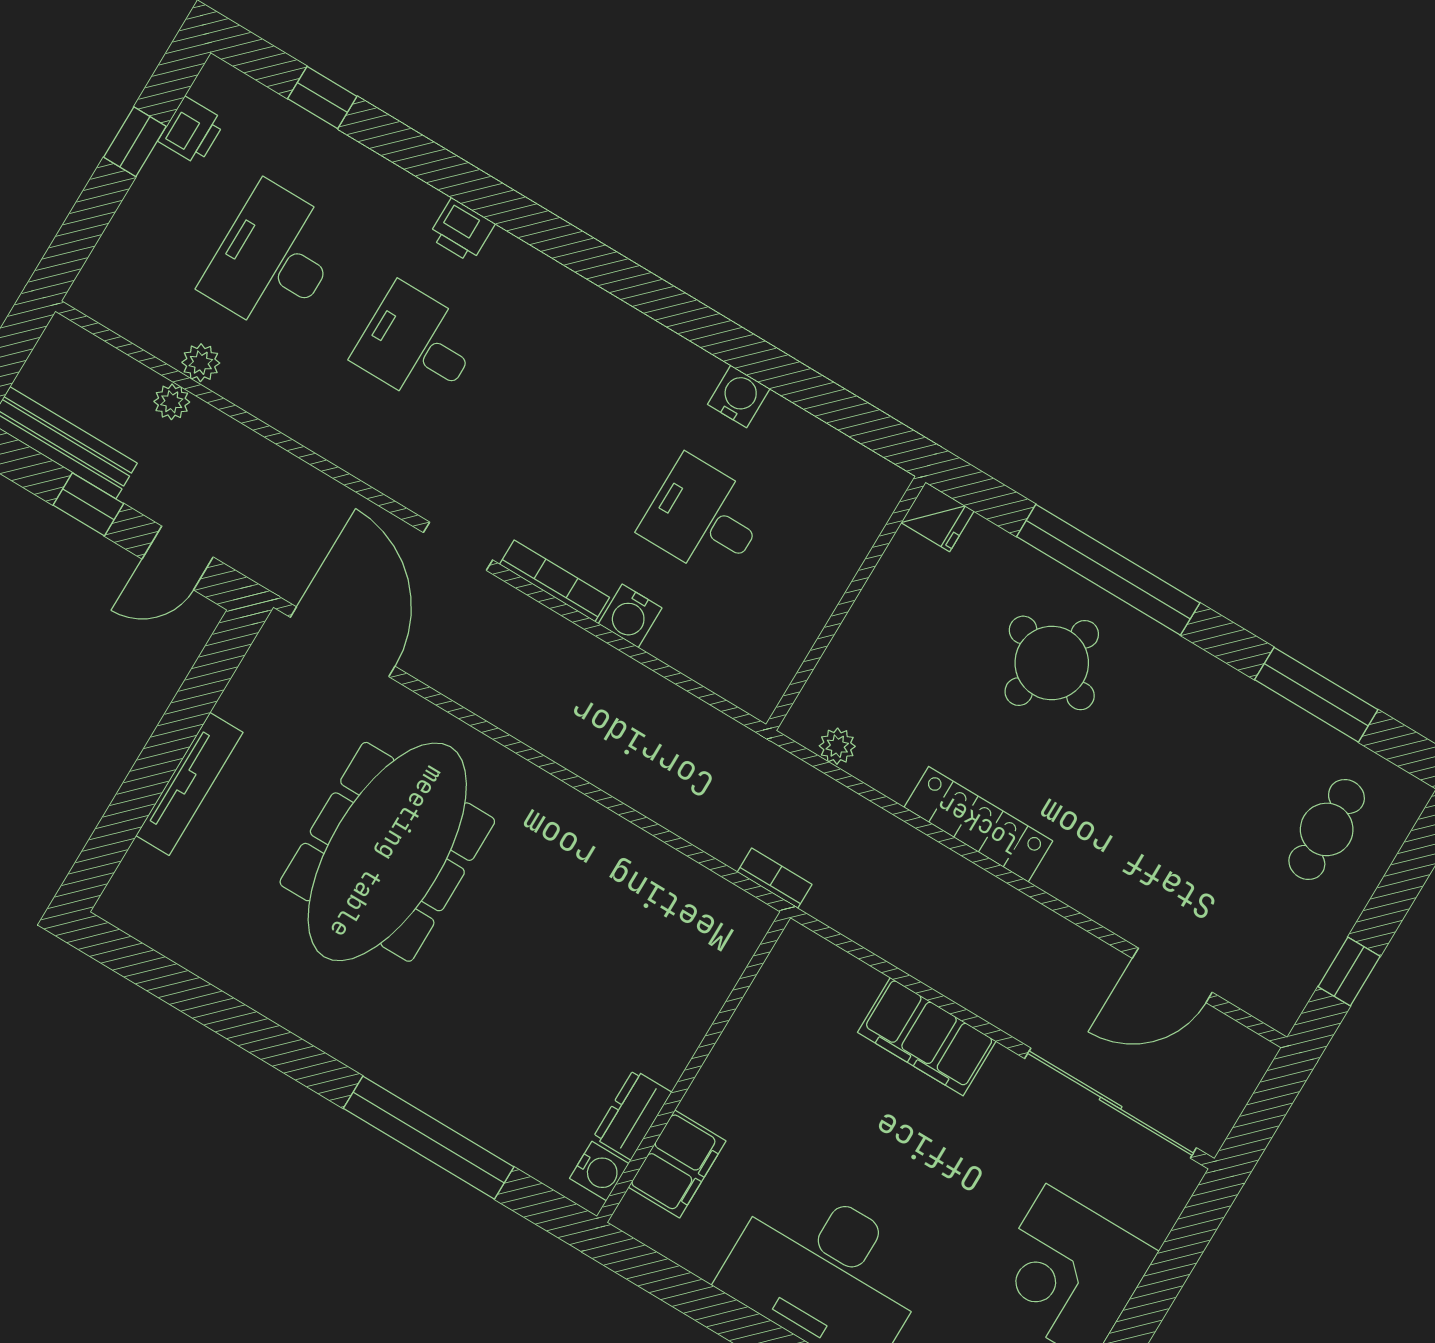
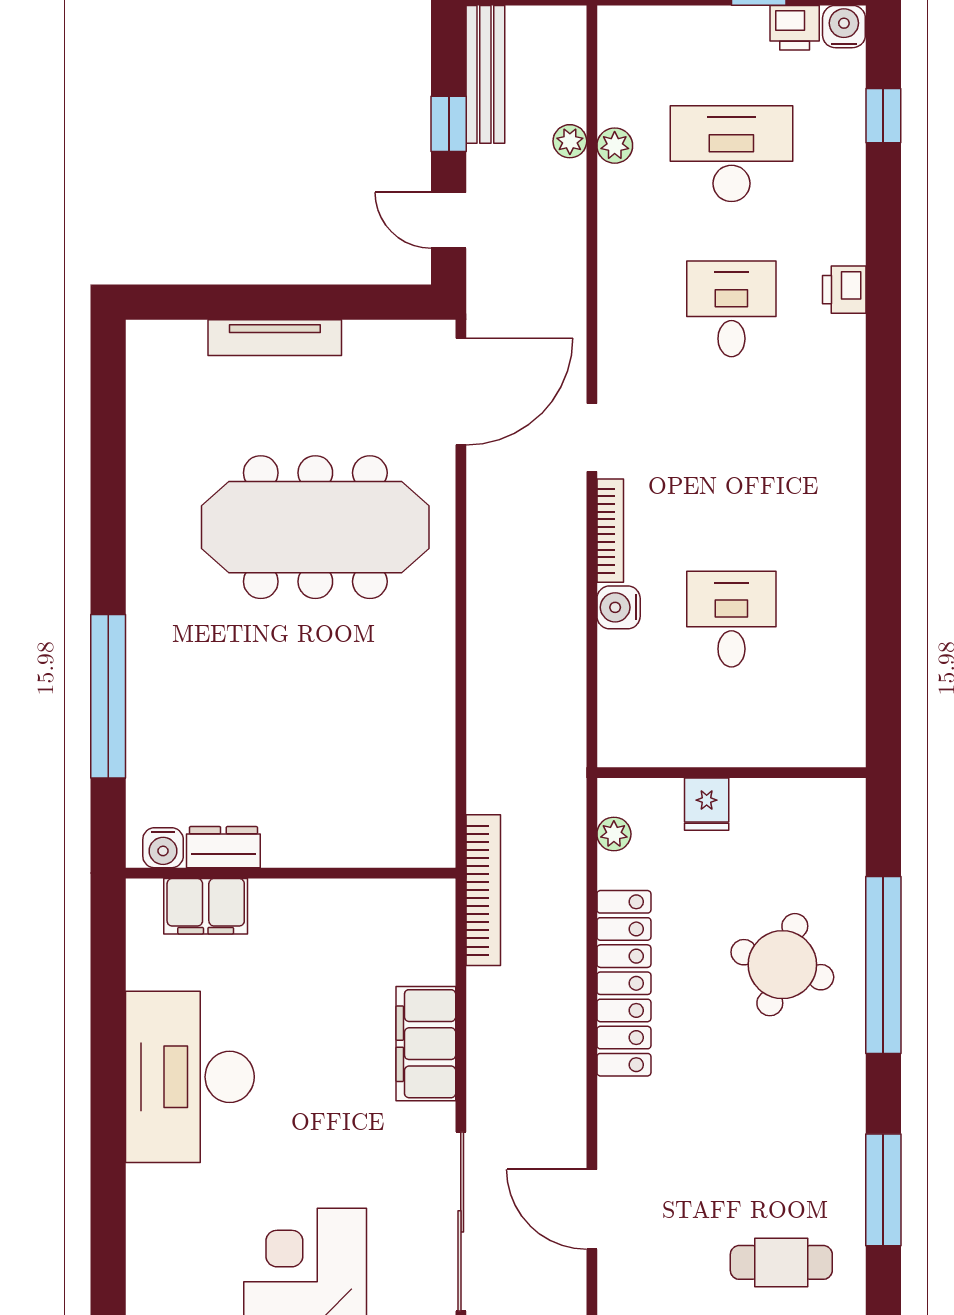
water cooler: (739, 396) -> (844, 27), moved, turned -90
fridge: (938, 517) -> (707, 804), moved
locker: (978, 824) -> (624, 983), width x1.41, depth x1.21
bookcase: (775, 878) -> (483, 890), width x2.31, depth x1.31

